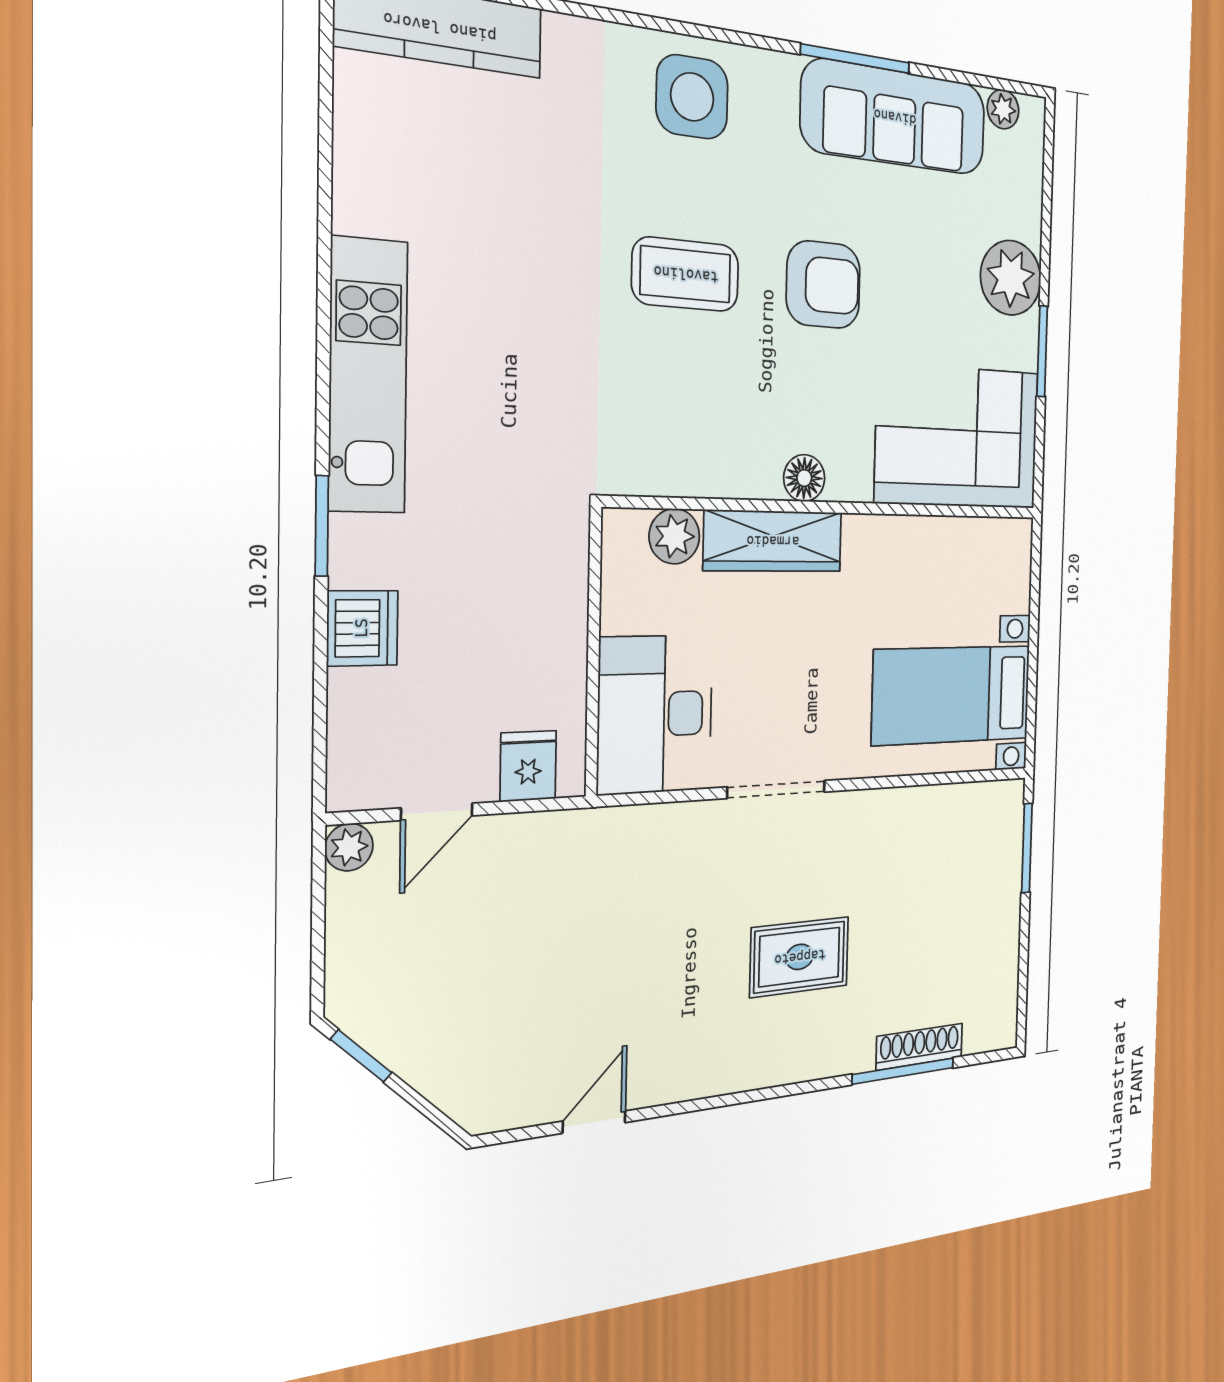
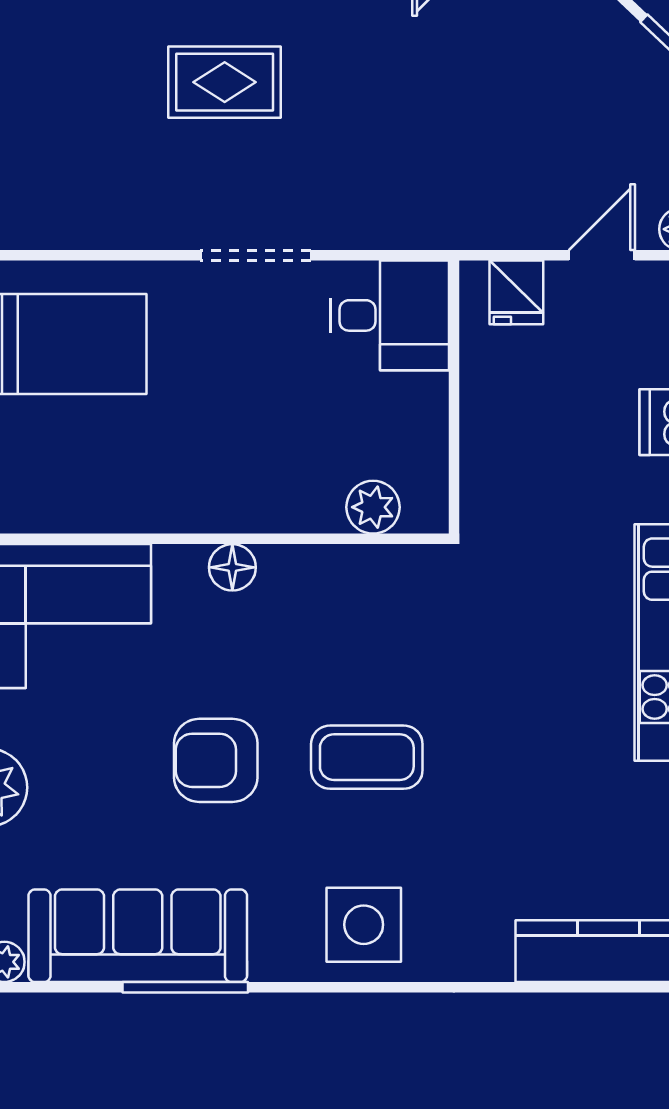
wardrobe: (773, 541) -> (266, 504), removed
desk: (655, 714) -> (390, 315), width x0.73

